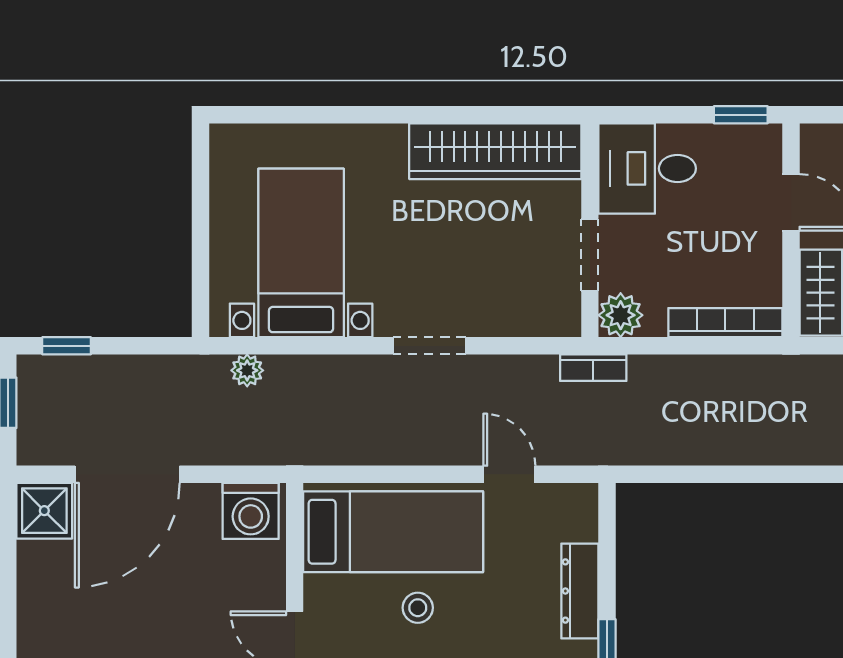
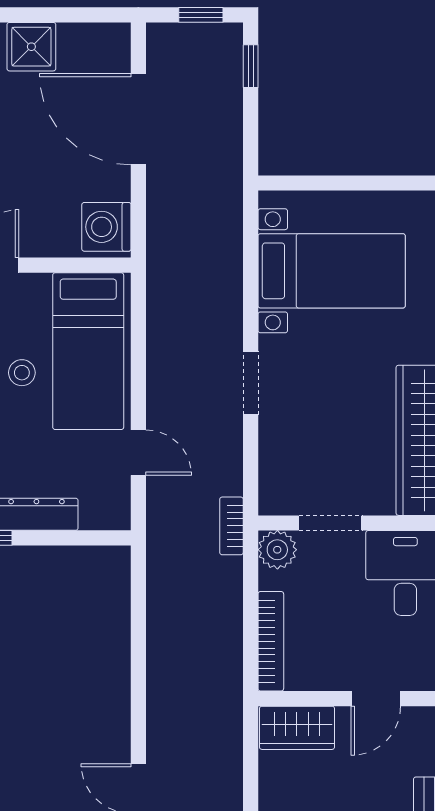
plant: (247, 370) -> (229, 224), removed
door: (509, 474) -> (138, 453), hinge flipped
shower: (44, 511) -> (31, 47), moved

